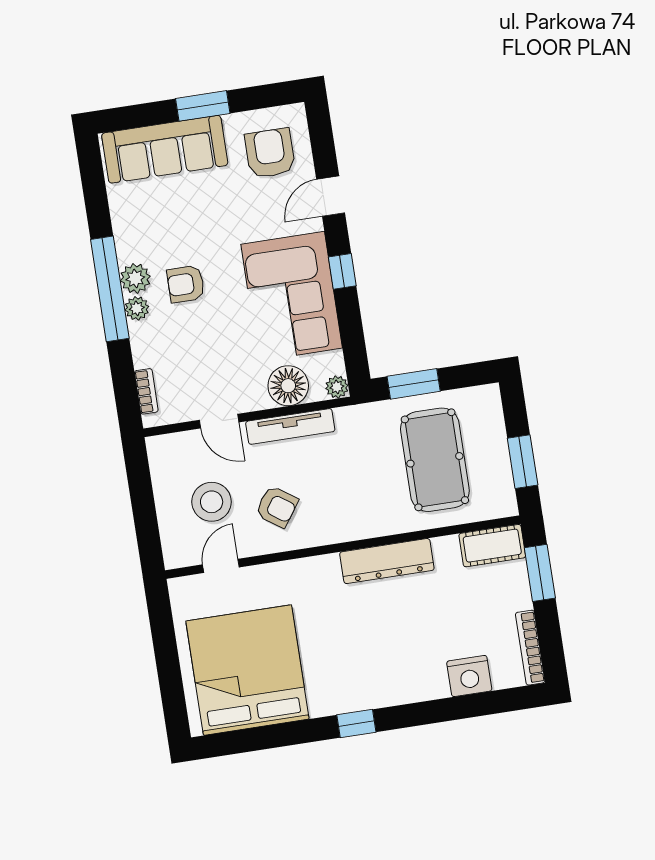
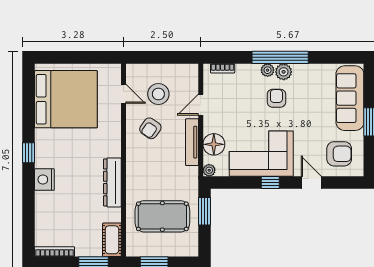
nightstand: (469, 676) -> (44, 180), moved

